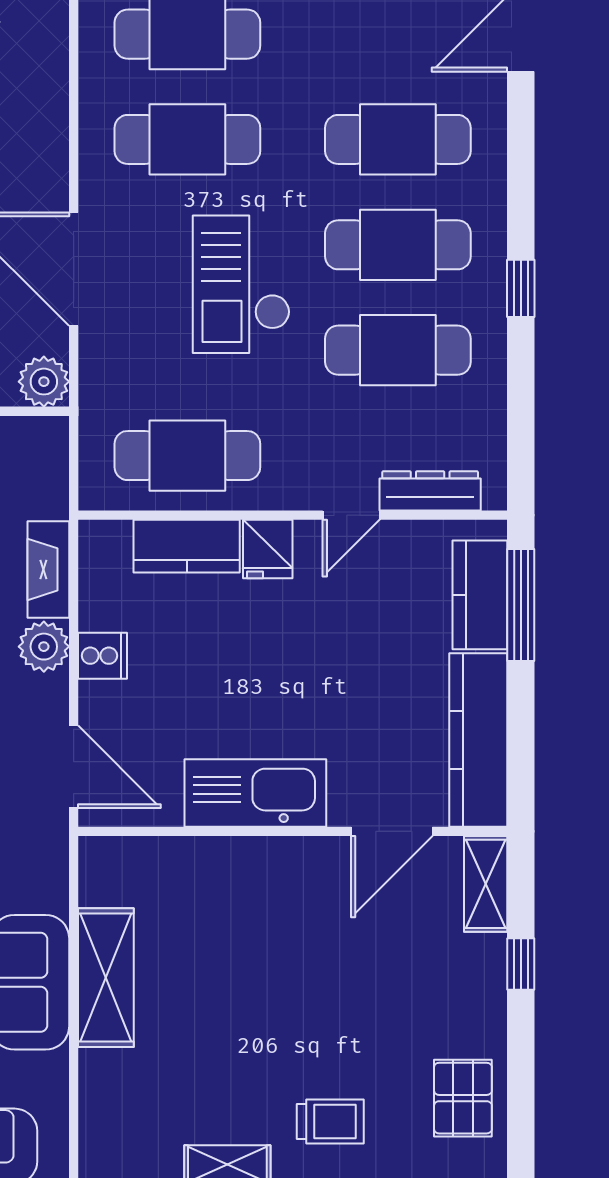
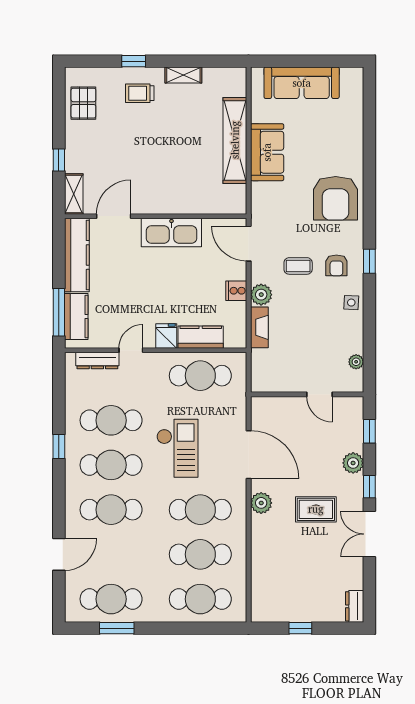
plant: (44, 382) -> (261, 503), moved
shelving: (106, 978) -> (235, 140), width x1.47

